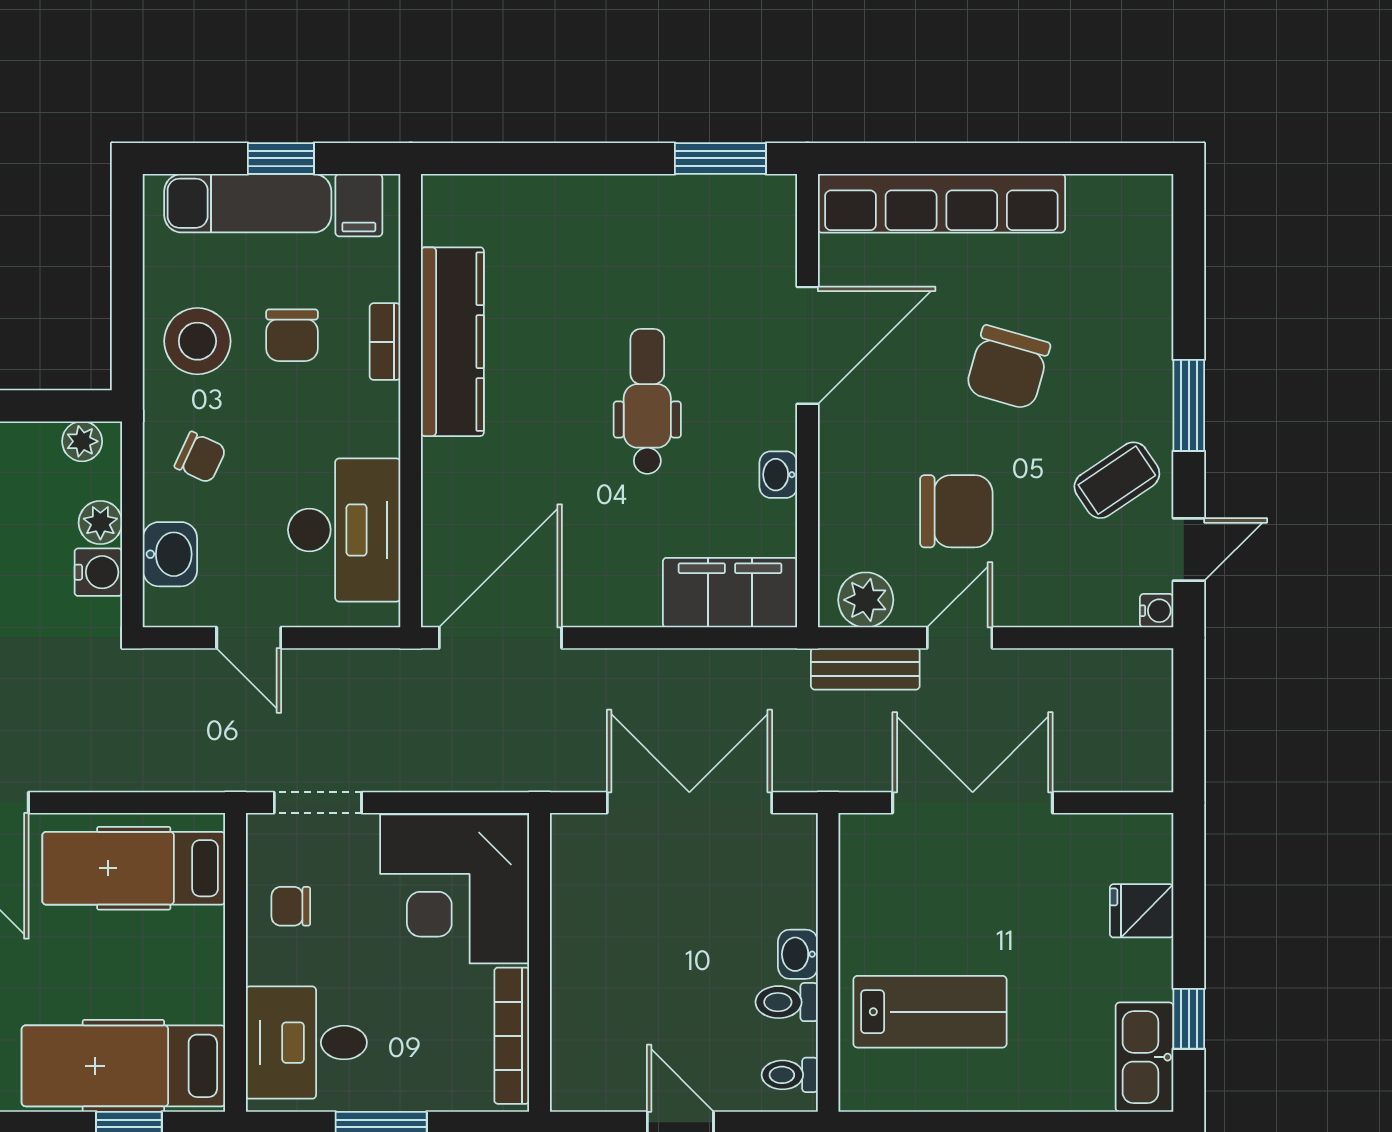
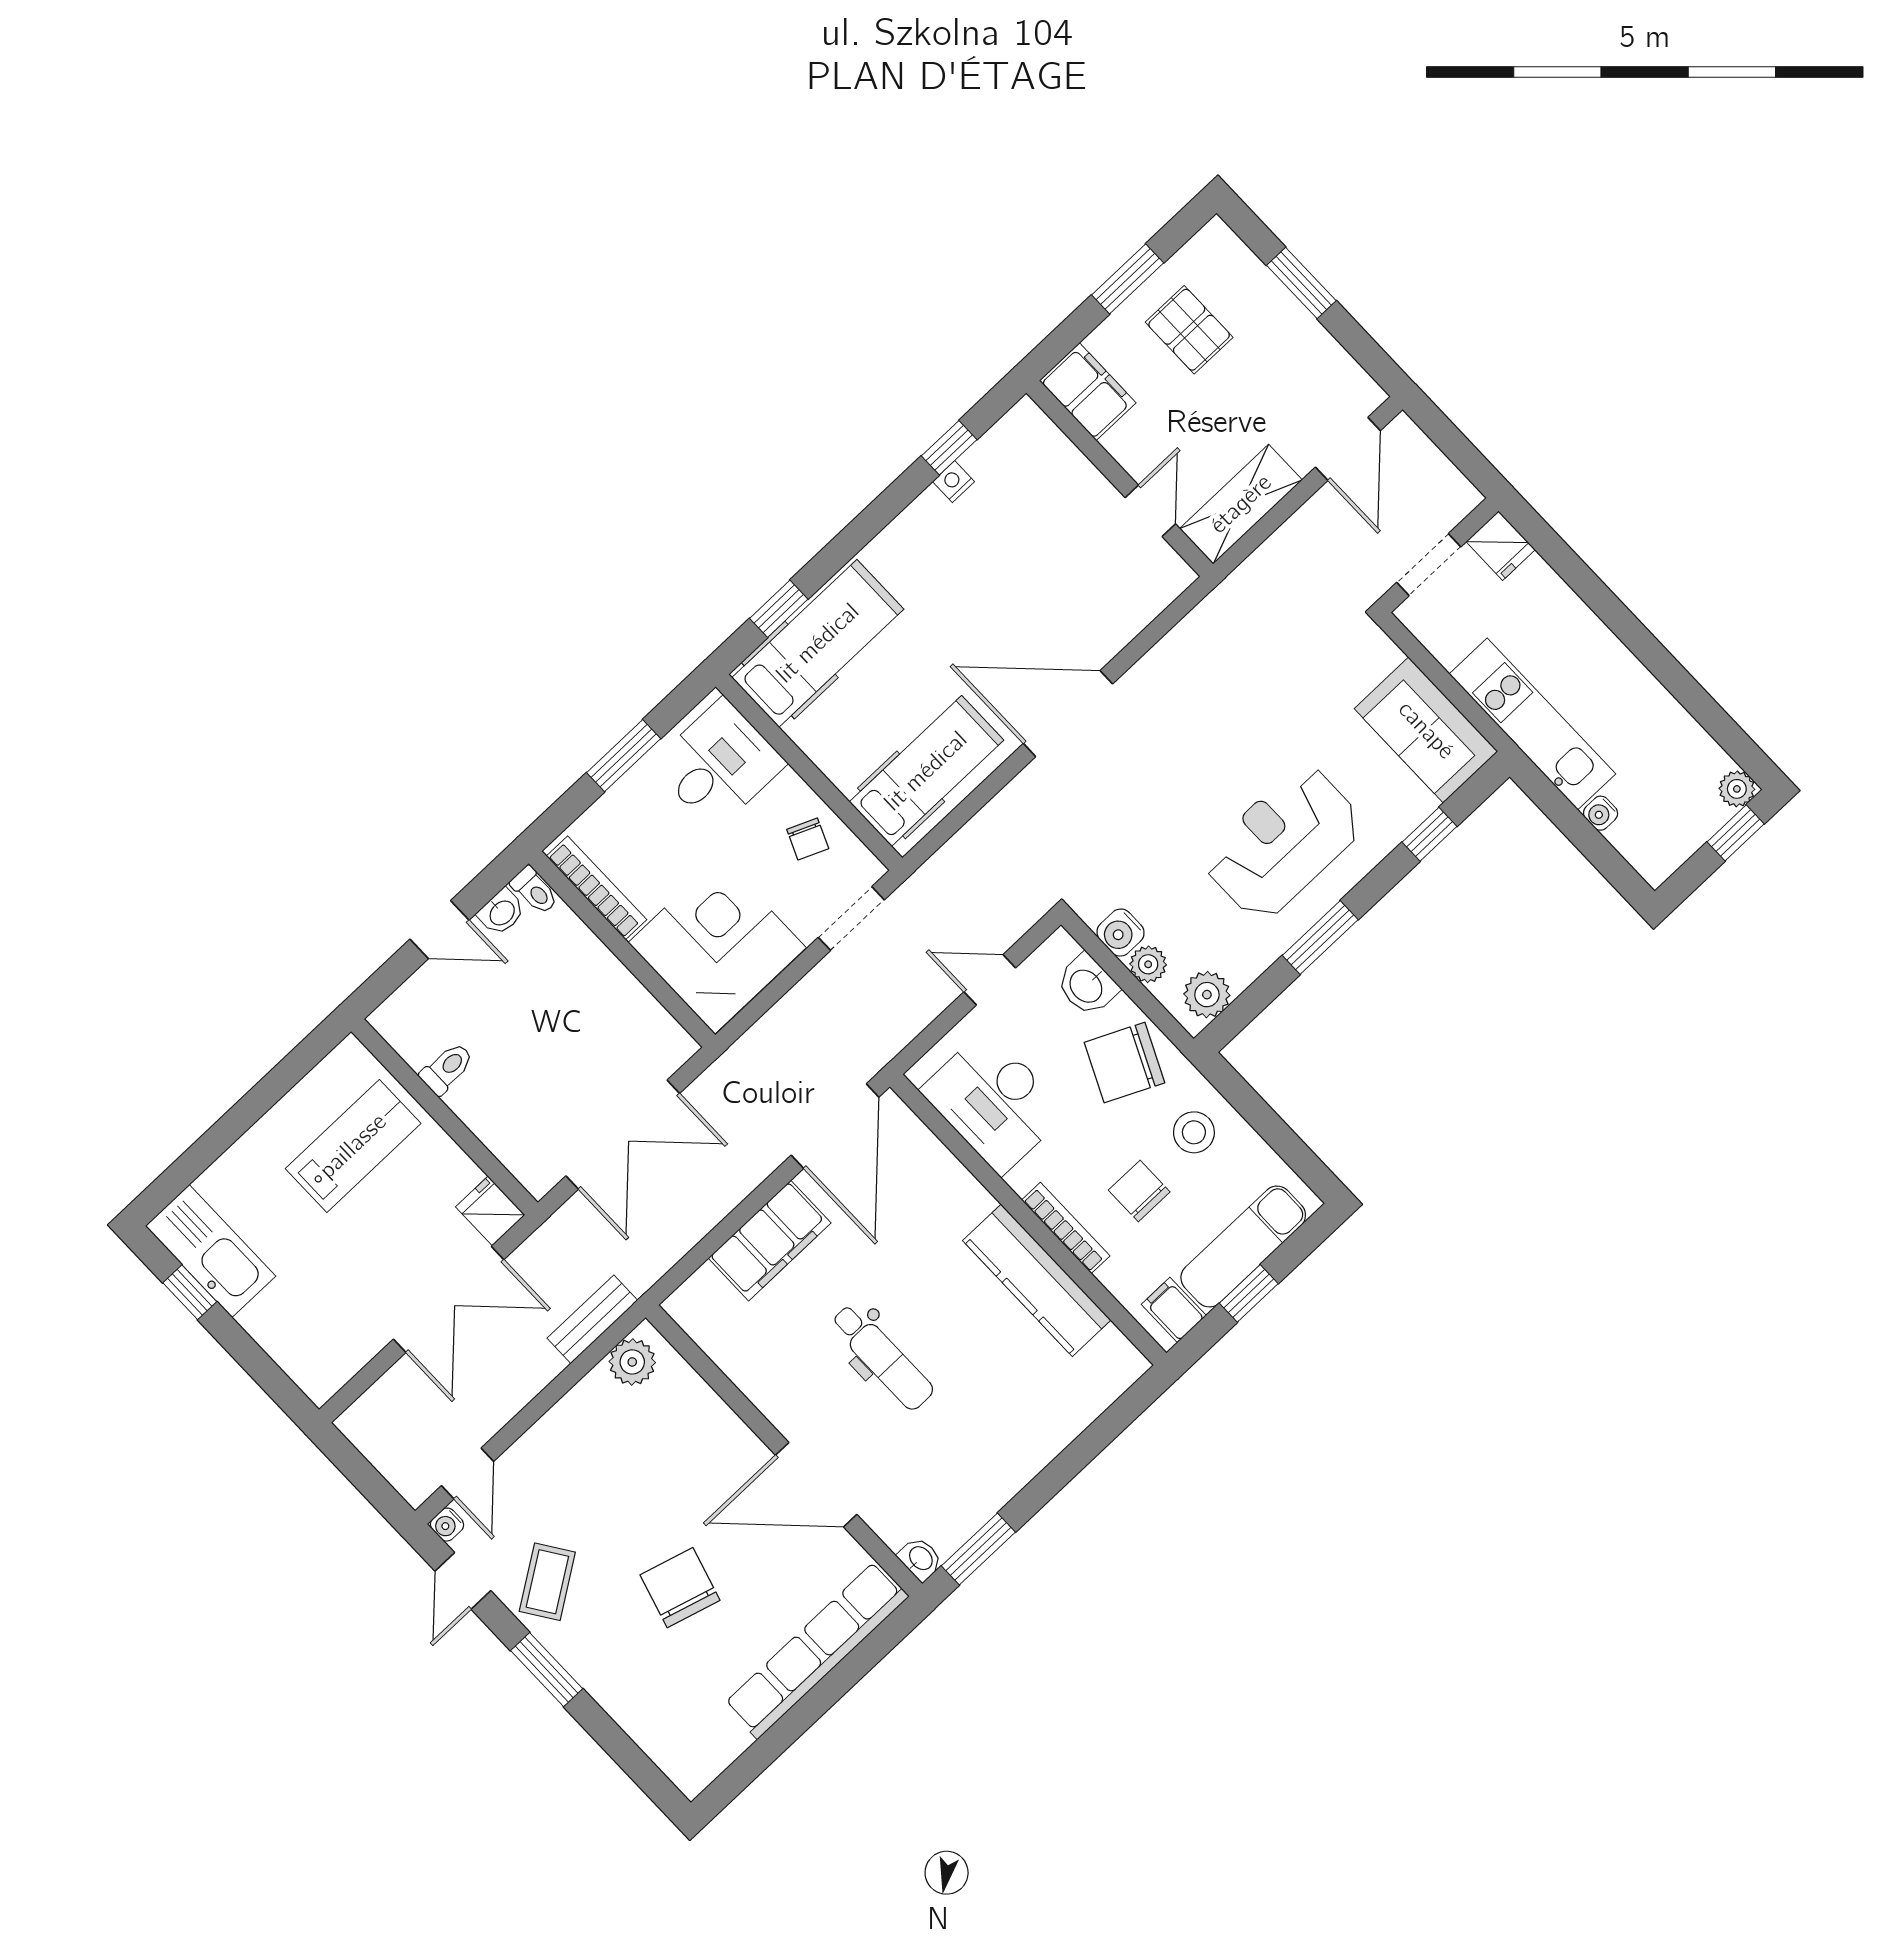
stool: (197, 341) -> (1194, 1132), width x0.73, depth x0.73
bookcase: (385, 342) -> (1066, 1228), width x1.56
door: (807, 345) -> (816, 1485), hinge flipped
plant: (82, 441) -> (1207, 995), width x1.38, depth x1.38
chair: (200, 457) -> (1125, 1063), width x1.87, depth x1.87
washbasin: (778, 475) -> (920, 1559), moved
chair: (956, 511) -> (628, 1469), removed
filing cabinet: (730, 593) -> (770, 1241), moved
door: (960, 638) -> (468, 1474), moved
chair: (291, 906) -> (808, 839), turned 113
fridge: (1142, 911) -> (490, 1211), moved, turned -90
washbasin: (798, 954) -> (501, 912), moved, turned 90
lab bench: (930, 1012) -> (353, 1146), turned 180
kitchen sink: (1145, 1057) -> (211, 1251), width x1.36, depth x1.24
toilet: (790, 1075) -> (534, 890), moved, turned 90

